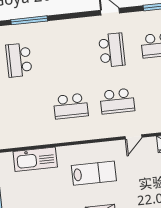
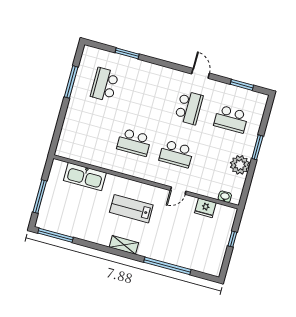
window: (29, 20) -> (127, 53), width x0.69
lab bench: (94, 173) -> (131, 209), turned 180

